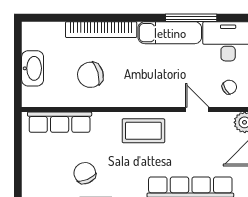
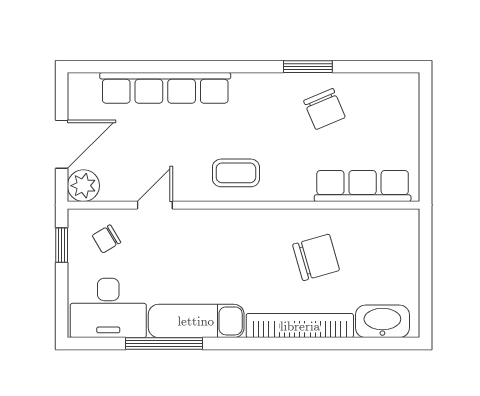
washbasin: (33, 68) -> (382, 321), moved, turned 90
door: (197, 109) -> (155, 205), swing flipped
coffee table: (143, 131) -> (236, 173), width x0.73, depth x0.77

